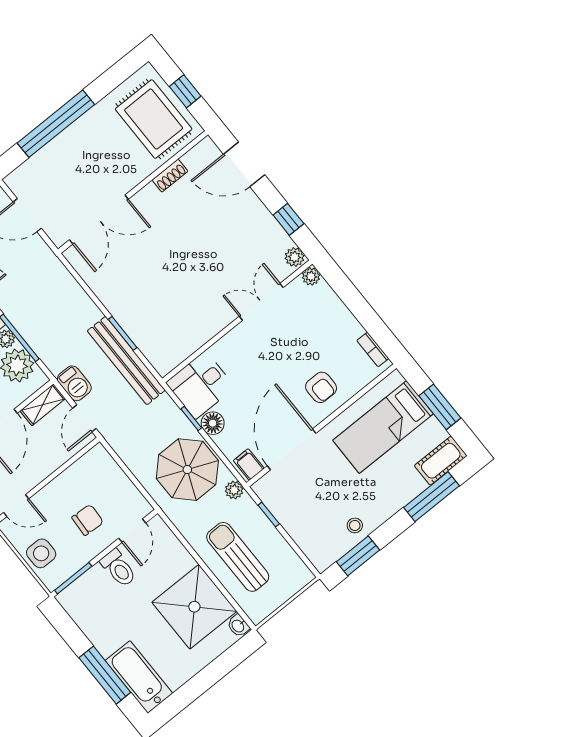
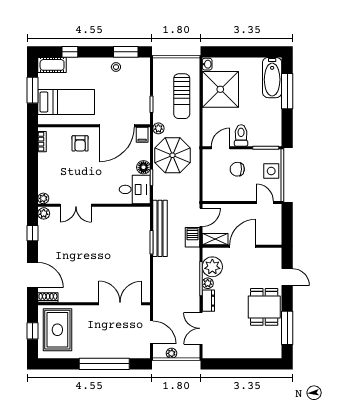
shoe rack: (170, 176) -> (48, 298), moved
armchair: (321, 387) -> (80, 143), turned 180
window: (431, 497) -> (70, 52), width x0.46

